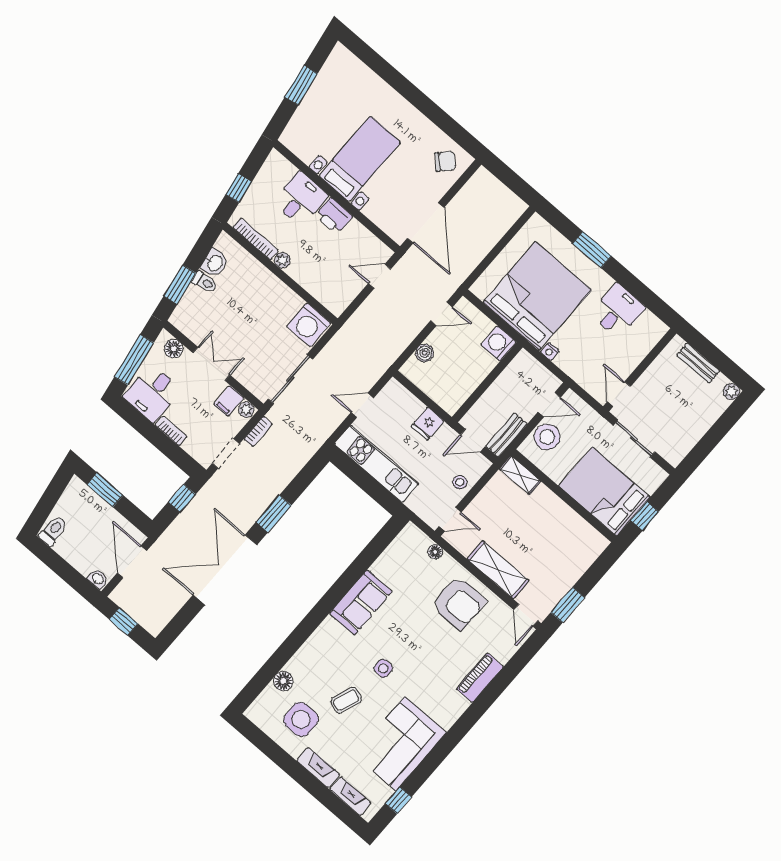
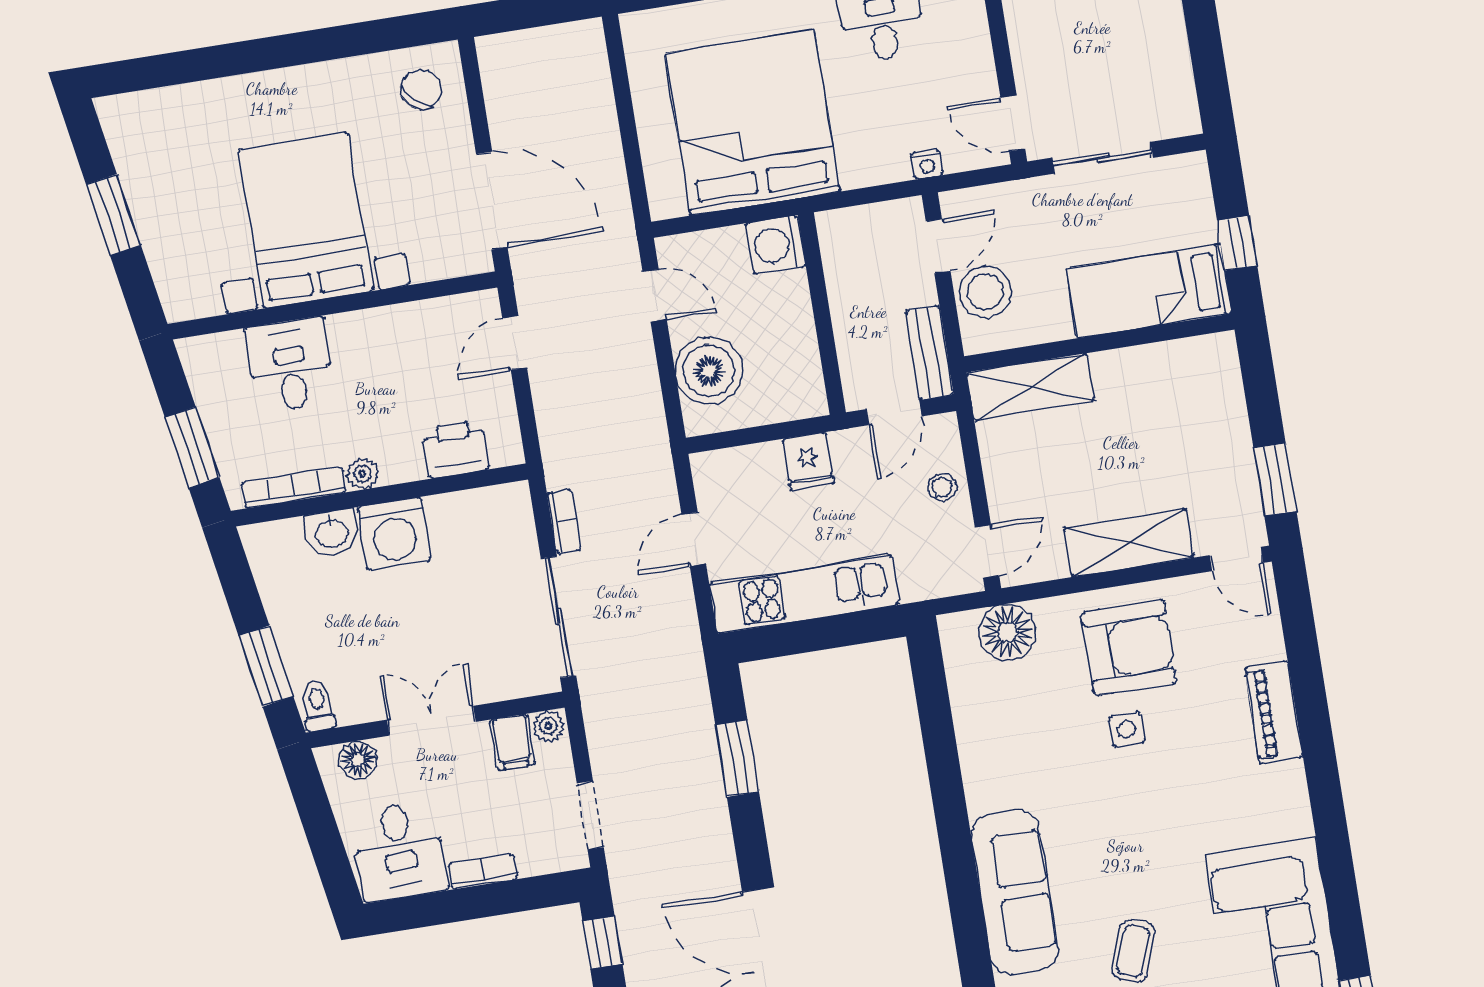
bed with nightstands: (360, 159) -> (306, 220), width x1.36
window: (239, 188) -> (192, 447), width x1.50
printer: (334, 216) -> (455, 449), moved, turned 180
washbasin: (215, 263) -> (332, 533), moved, turned 100
toilet: (205, 282) -> (318, 706), moved, turned -80
door: (441, 314) -> (655, 295), hinge flipped
washing machine: (309, 325) -> (394, 534), moved
nightstand: (550, 351) -> (927, 164), moved
boiler: (425, 353) -> (709, 371), width x1.86, depth x1.86
window: (134, 360) -> (323, 836), removed
bookcase: (258, 432) -> (564, 521), moved
shelving: (520, 475) -> (1031, 387), width x1.50, depth x1.33
bed: (604, 492) -> (1149, 291), width x0.67
window: (274, 514) -> (737, 758), moved
floor lamp: (435, 552) -> (1008, 632), width x1.89, depth x1.89
sofa: (361, 602) -> (1015, 892), moved, width x1.36
side table: (383, 668) -> (1127, 729), moved

